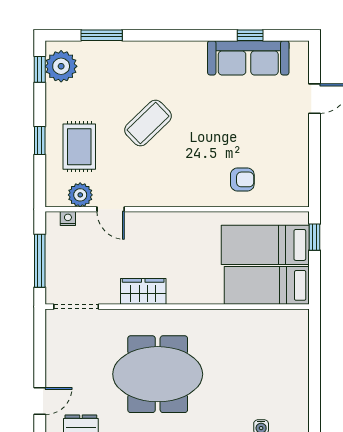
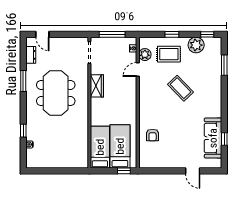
plant: (61, 66) -> (196, 45), moved

